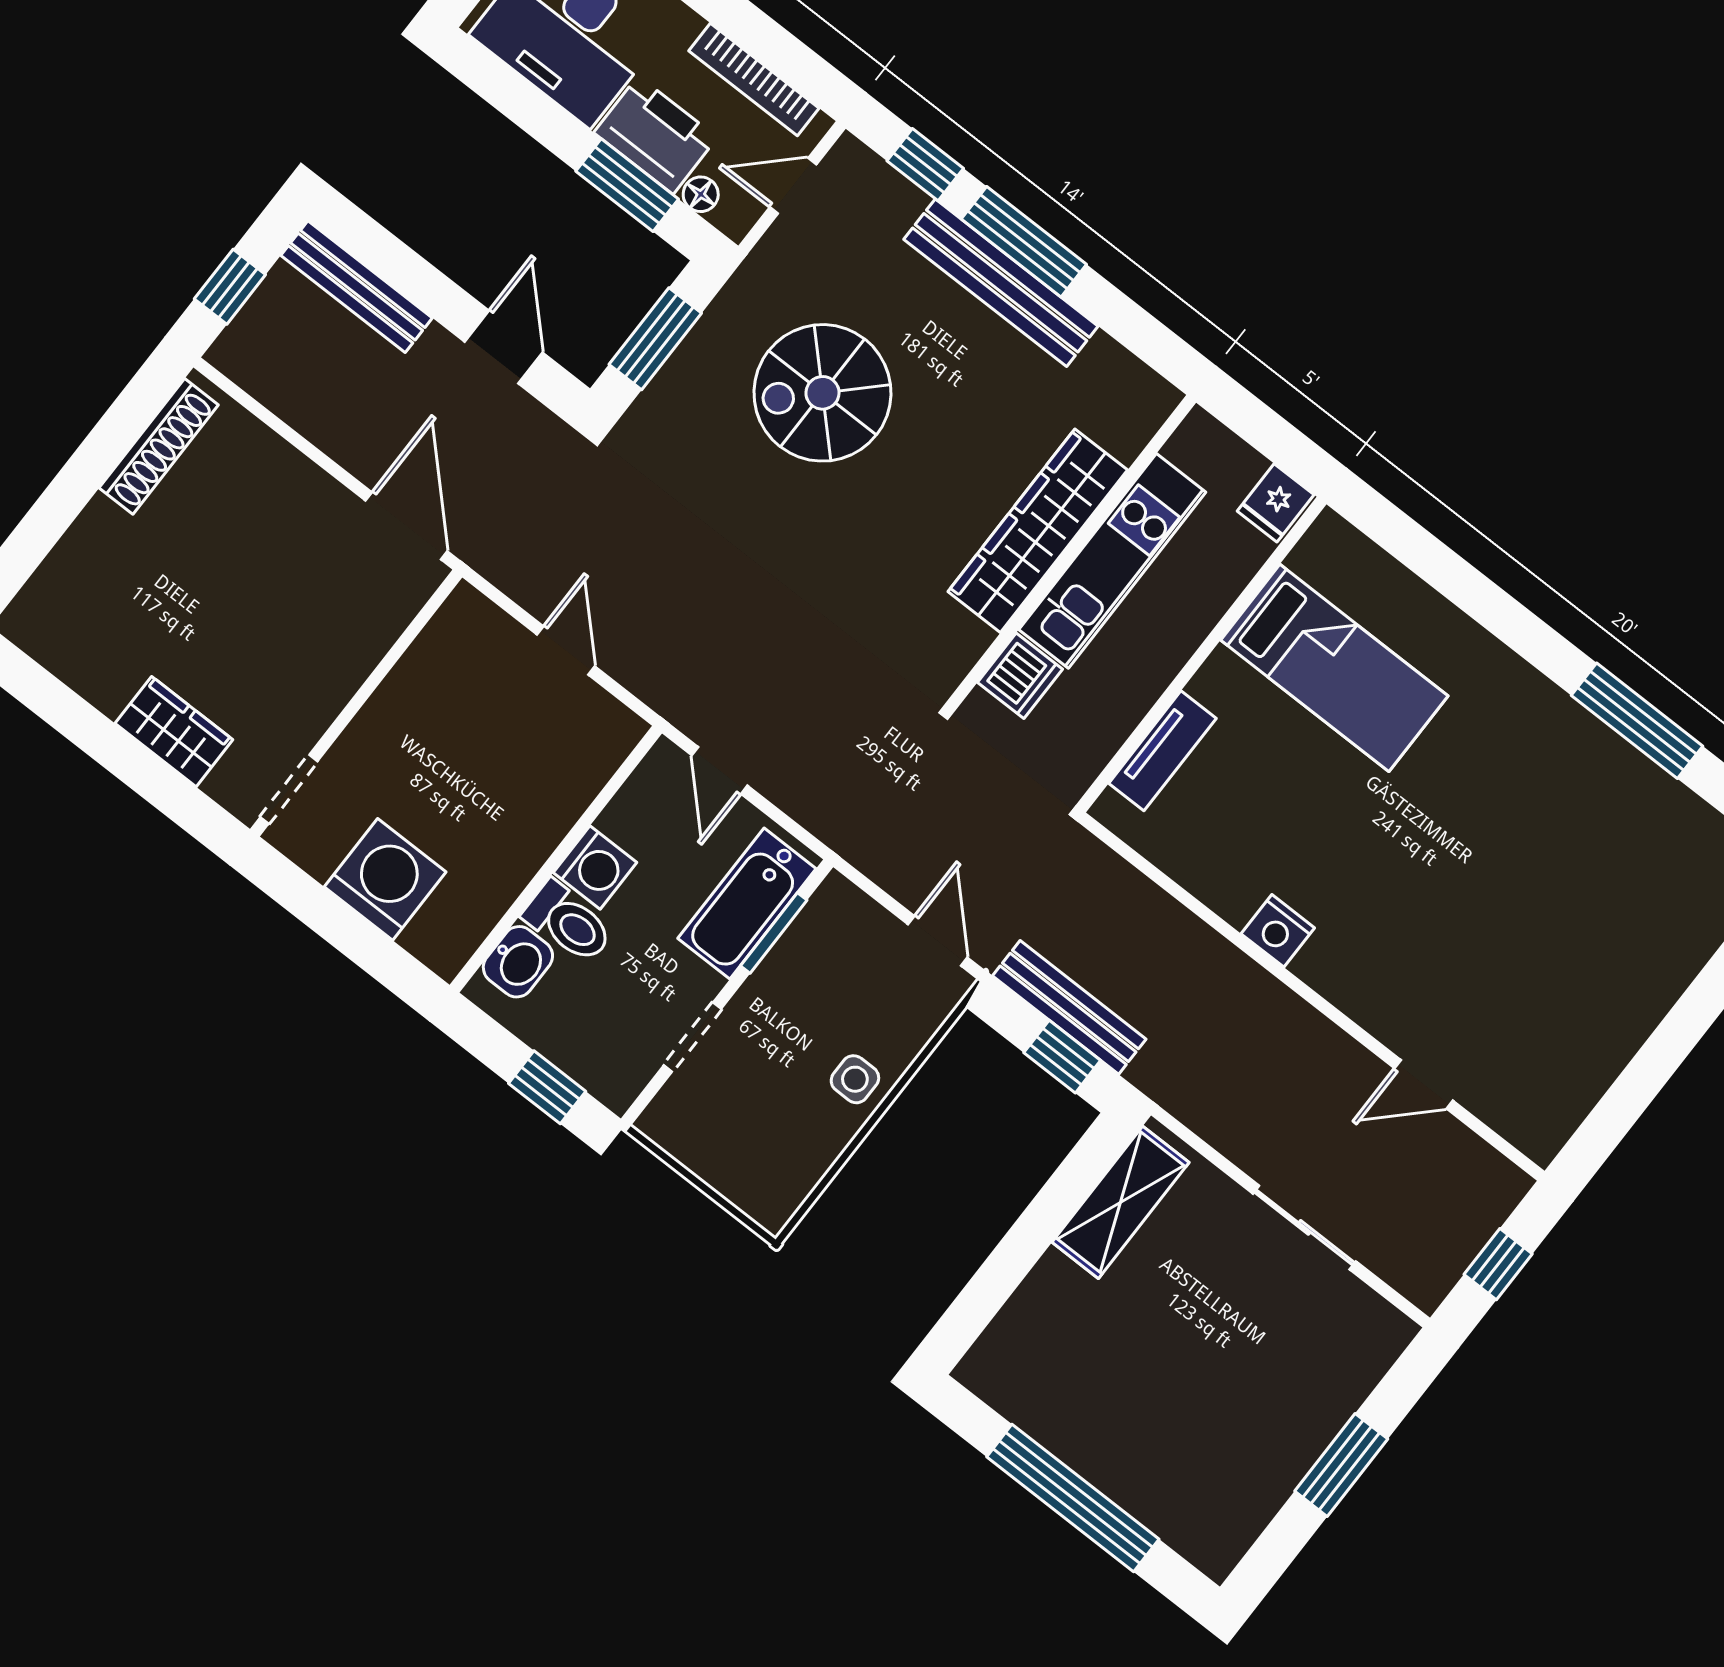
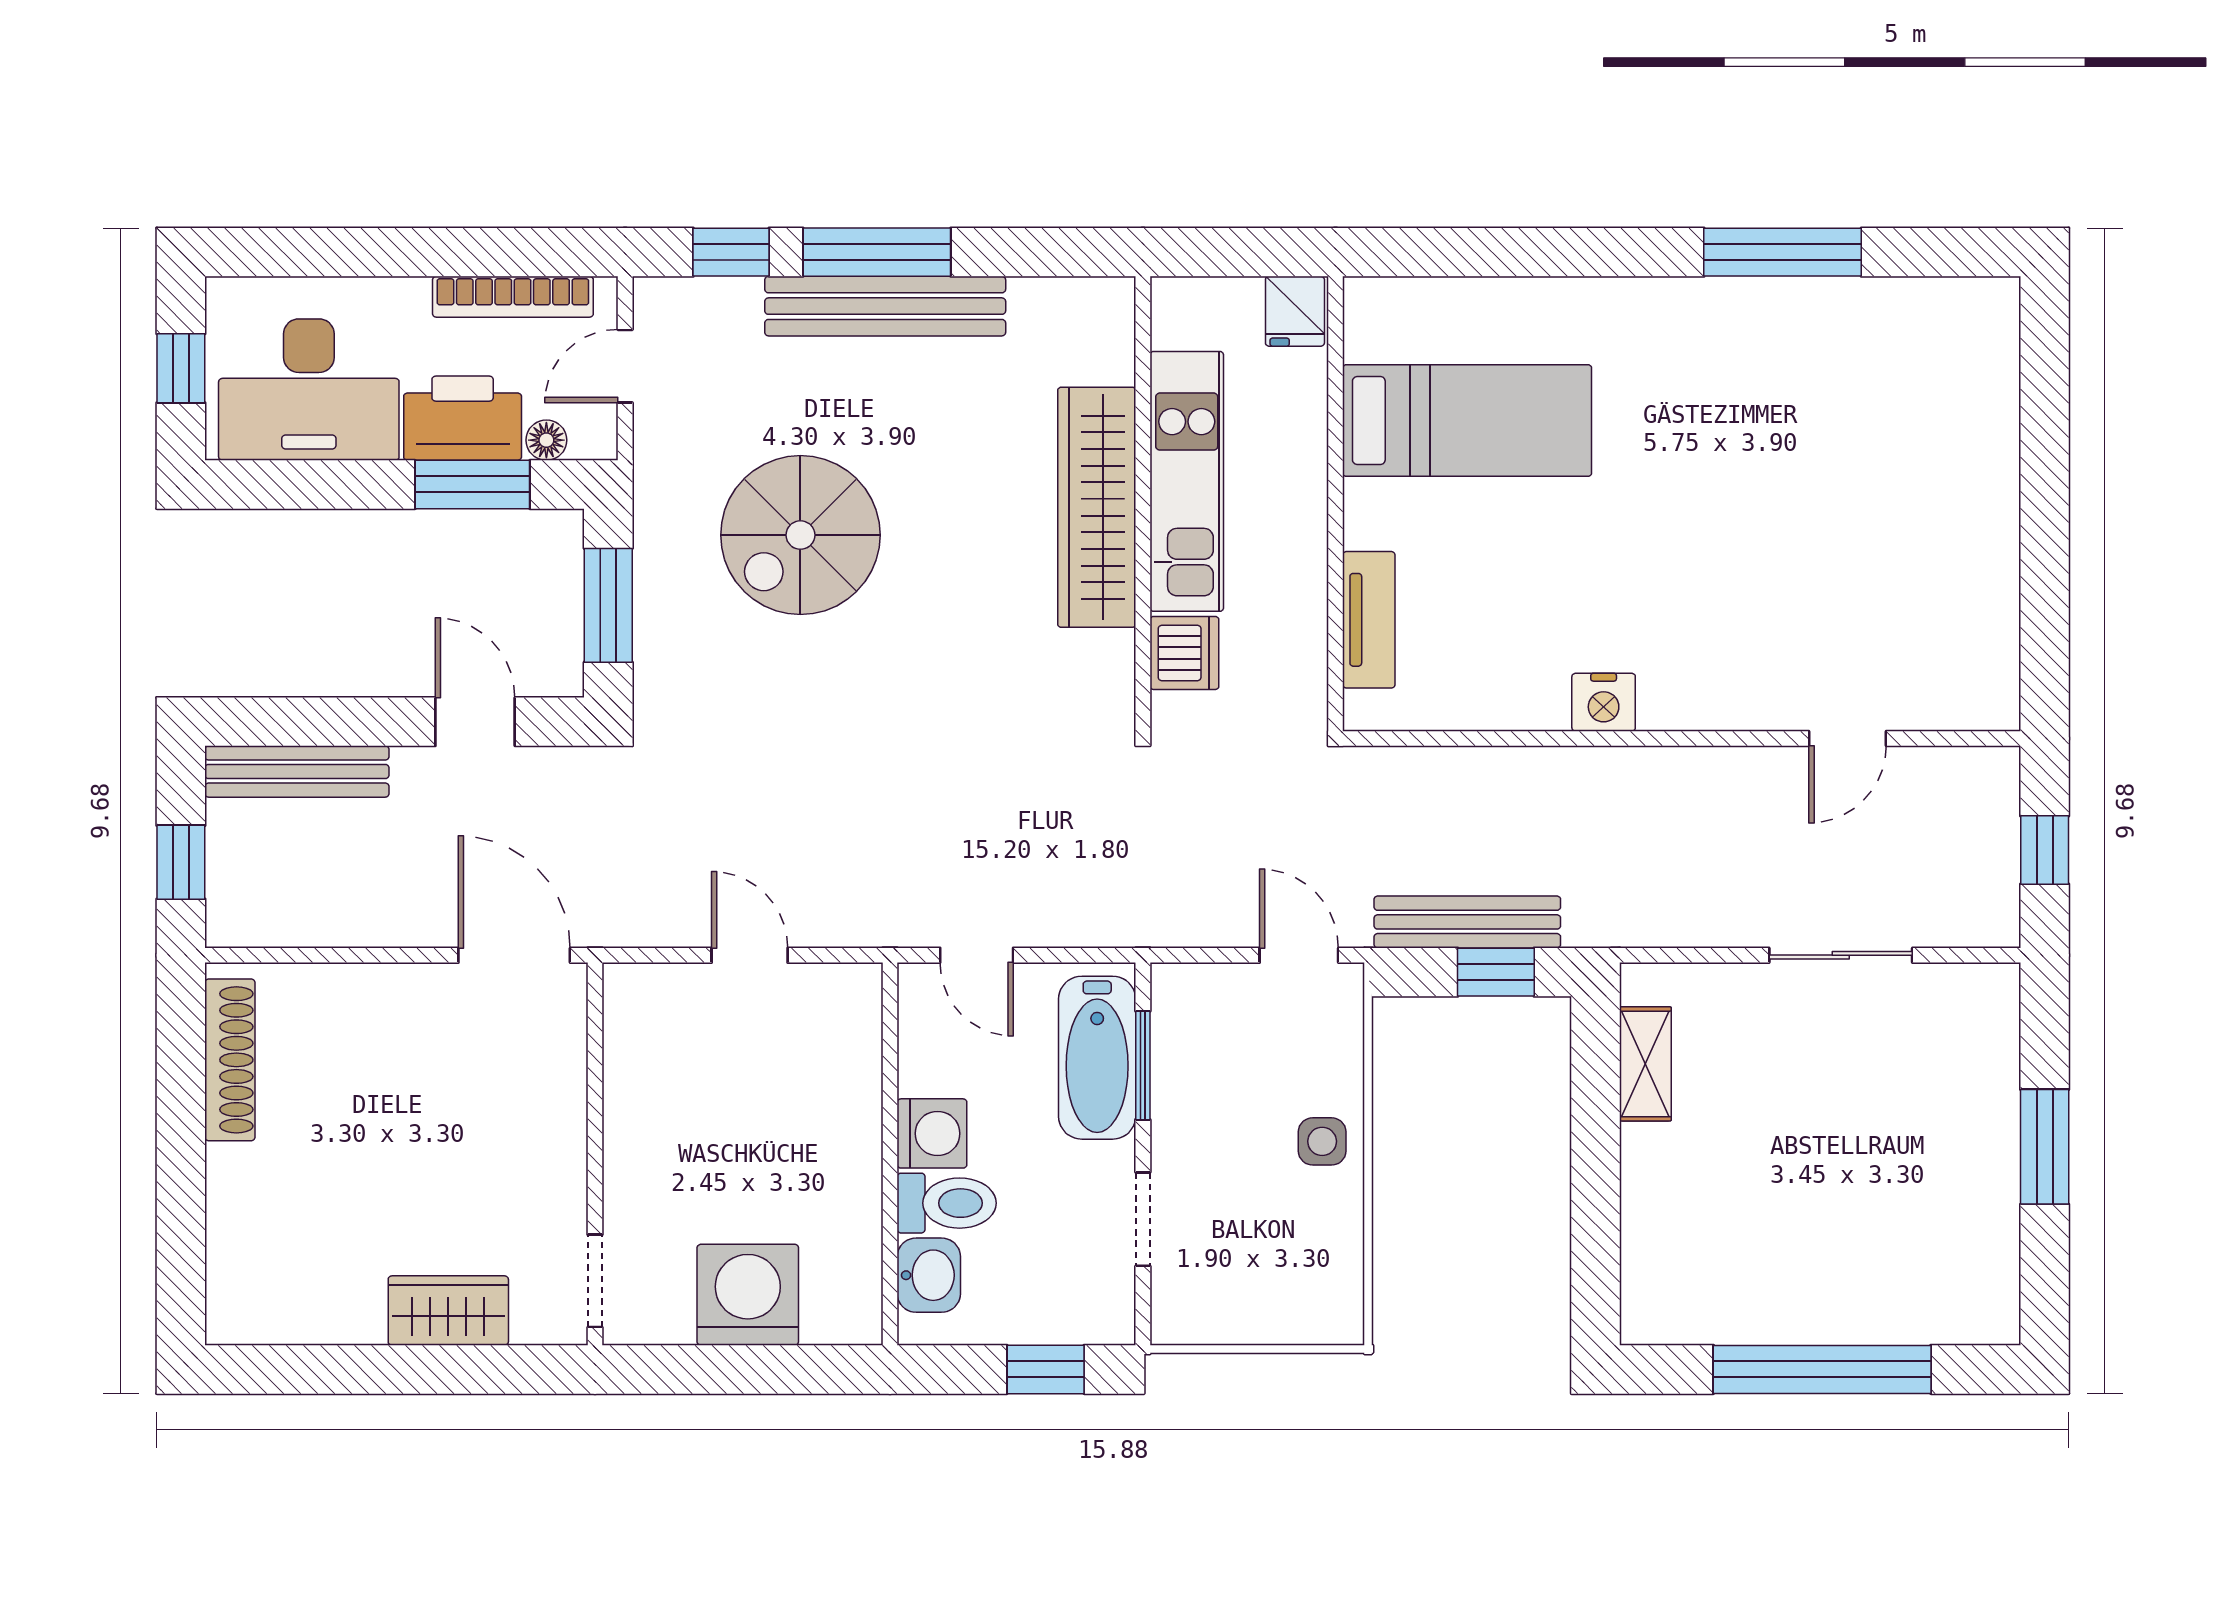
shelving: (1121, 1202) -> (1645, 1064), width x0.67, depth x0.75

